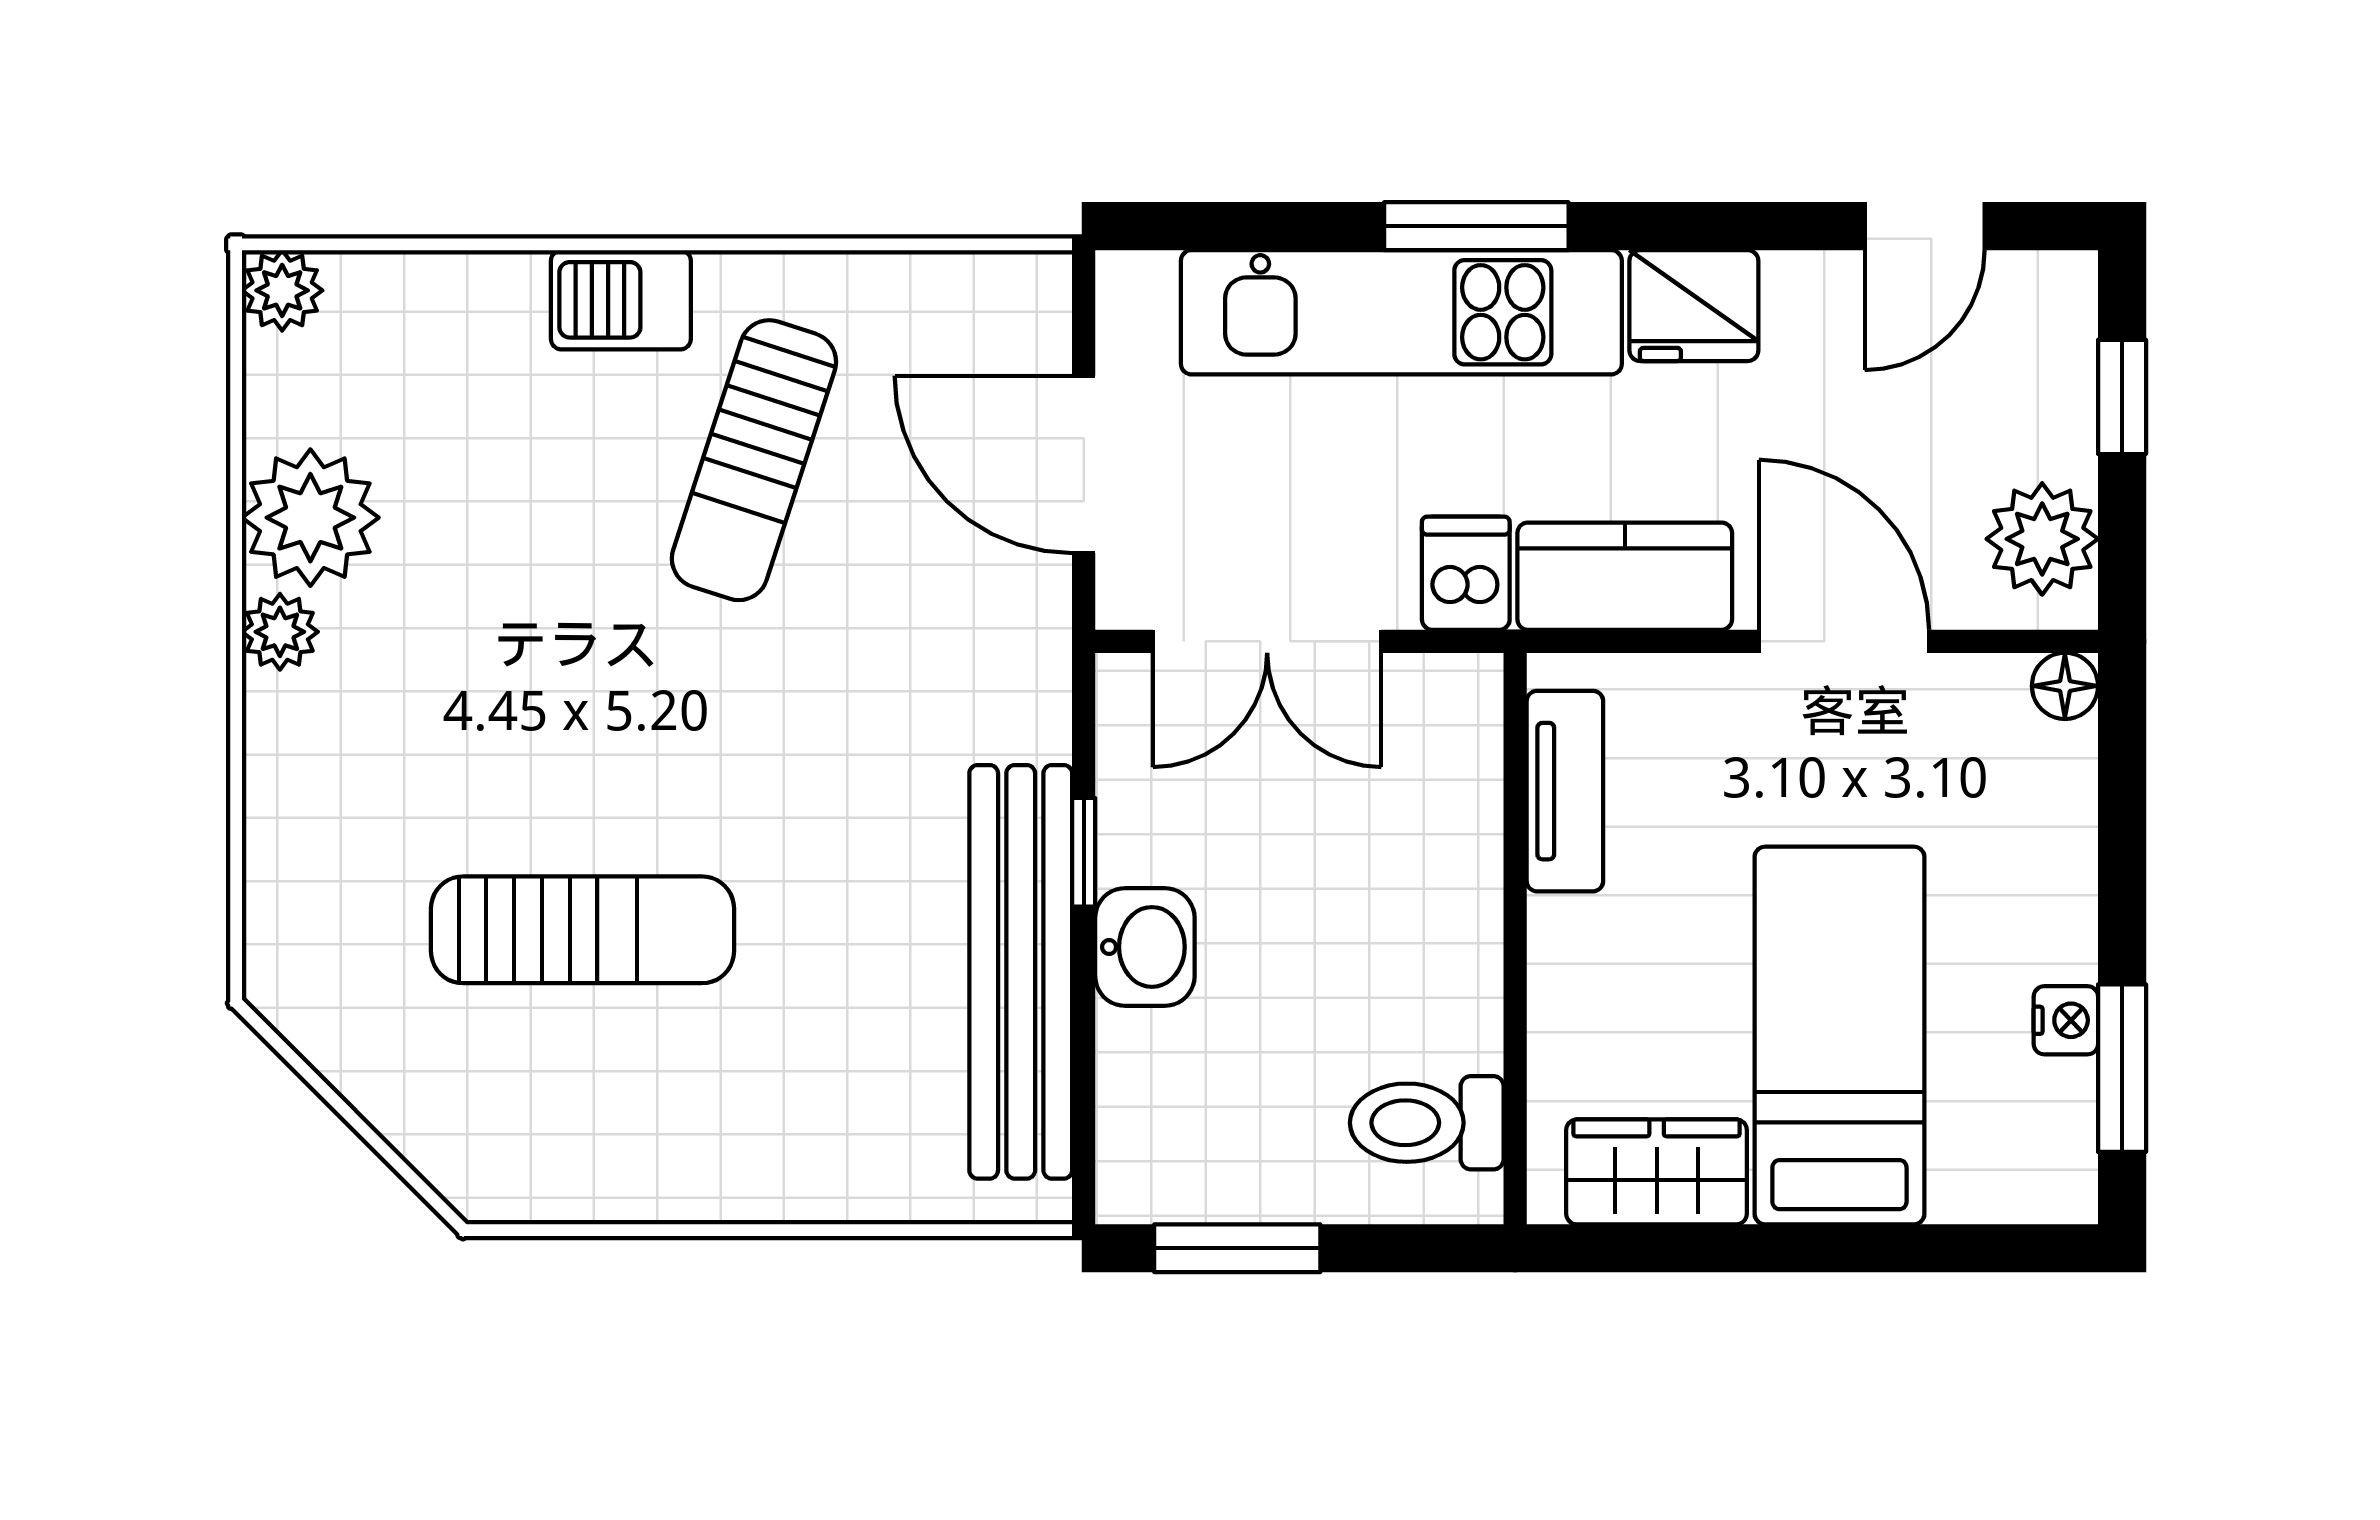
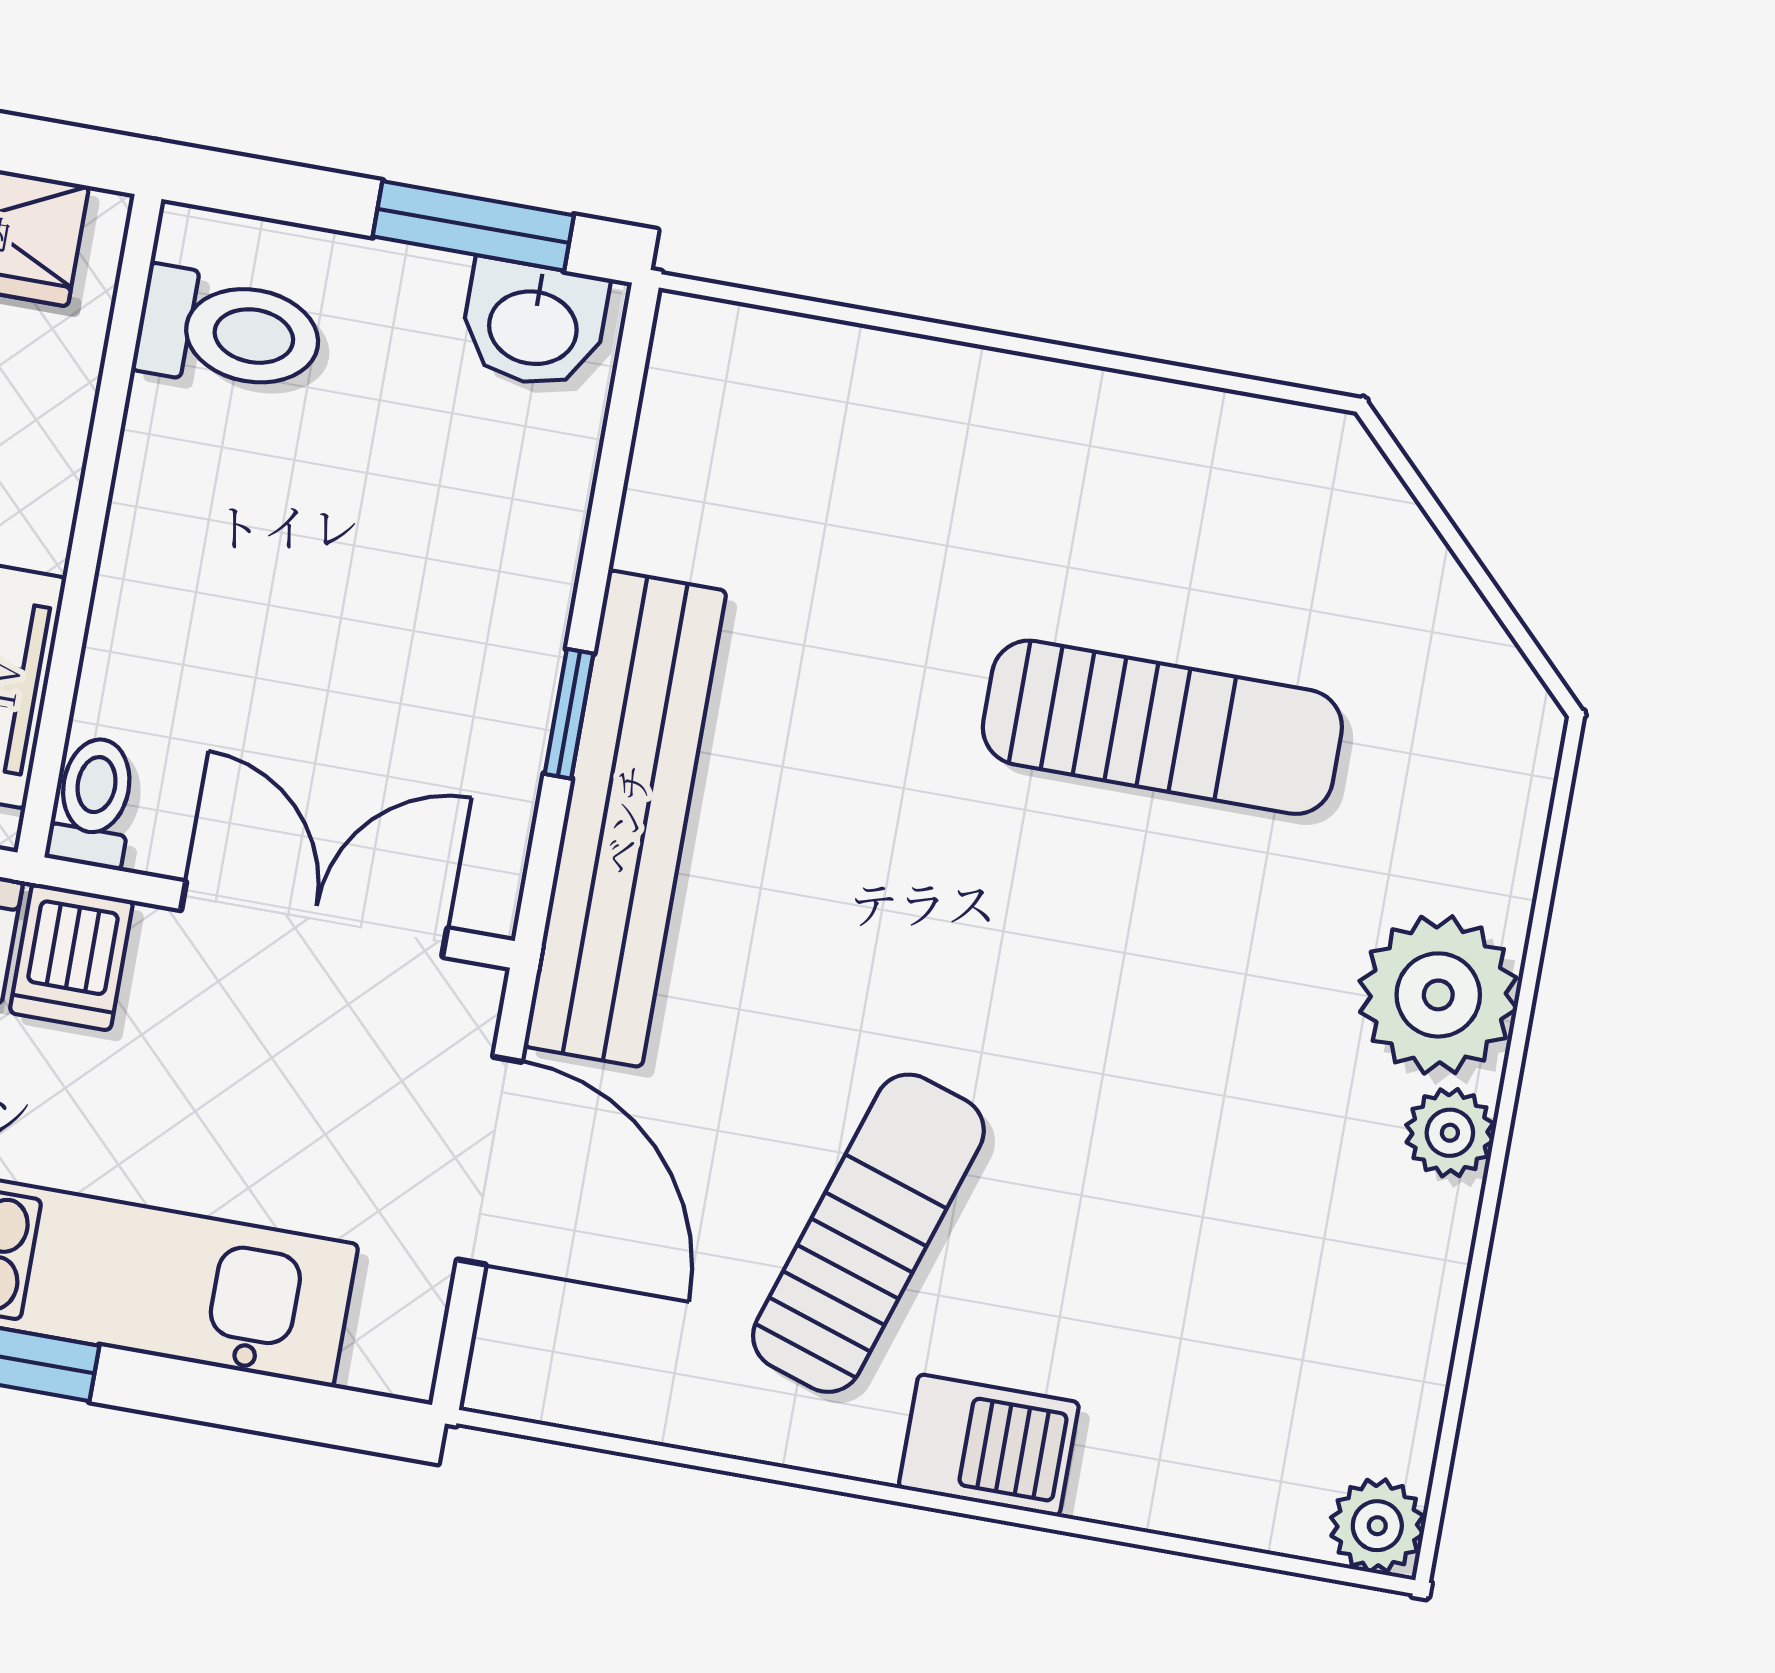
plant: (310, 518) -> (1438, 995), moved
toilet: (1471, 707) -> (93, 802), added
sun lounger: (583, 930) -> (1162, 727), turned 180
washbasin: (1145, 947) -> (534, 324), moved, turned -90
bench: (1021, 972) -> (625, 819), moved

